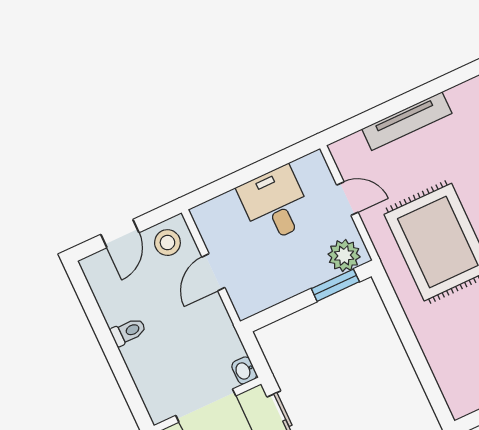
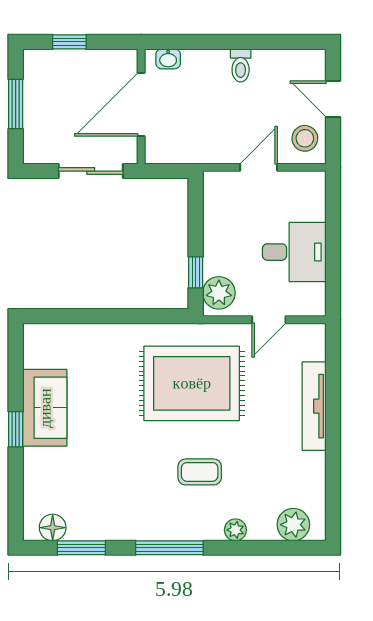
door: (213, 272) -> (259, 167), hinge flipped
window: (335, 285) -> (196, 272), width x0.67
washbasin: (244, 370) -> (168, 59), moved, turned 180

